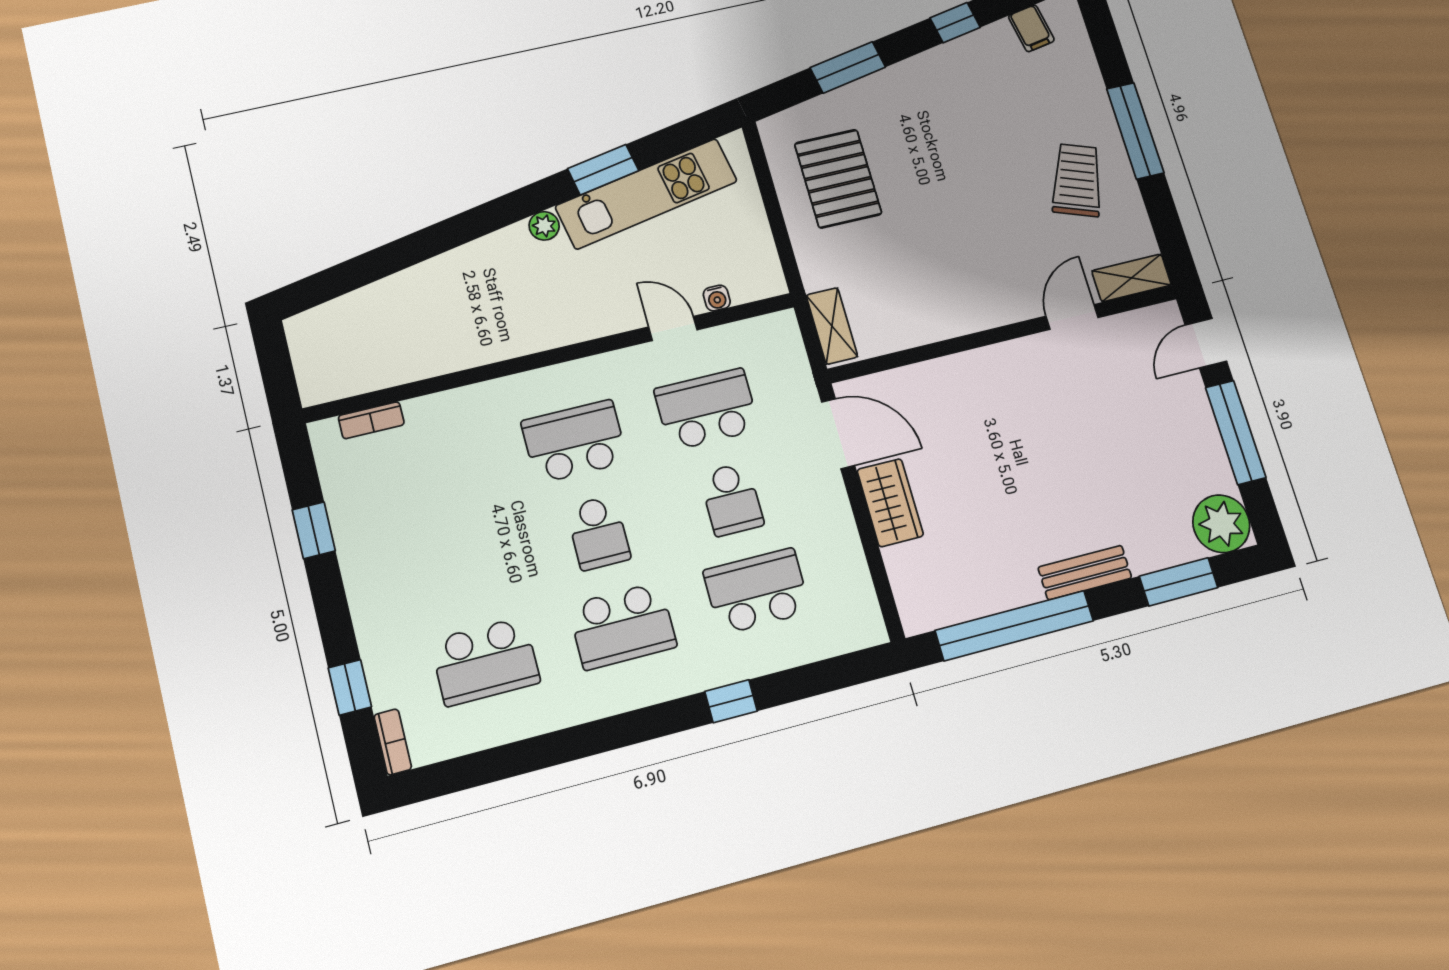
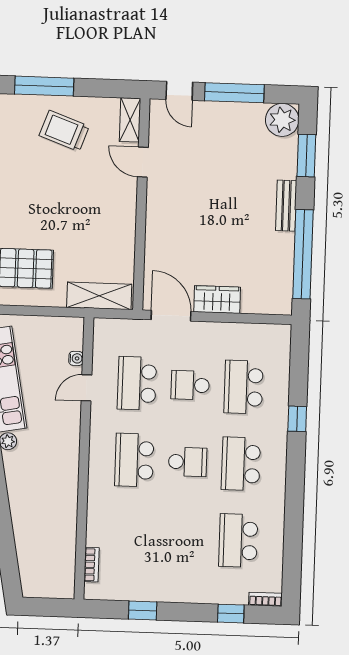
shelving: (832, 326) -> (99, 296), width x1.50, depth x1.33
door: (838, 434) -> (171, 316), hinge flipped
school desk: (732, 499) -> (190, 385), turned 180
school desk: (623, 626) -> (241, 464), turned 180
school desk: (485, 661) -> (238, 541), turned 180

